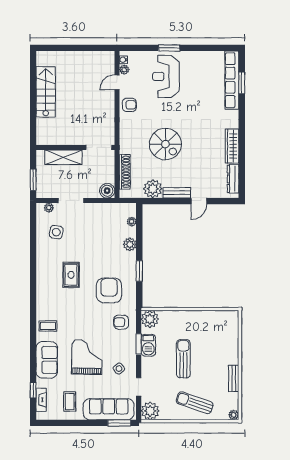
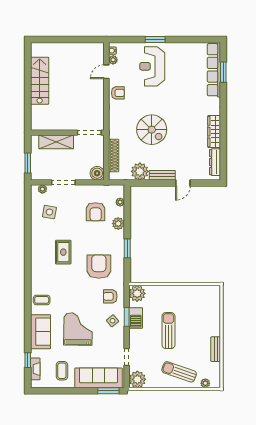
armchair: (106, 232) -> (96, 212), added
side table: (119, 369) -> (113, 321), moved
plant: (234, 415) -> (205, 383), moved

